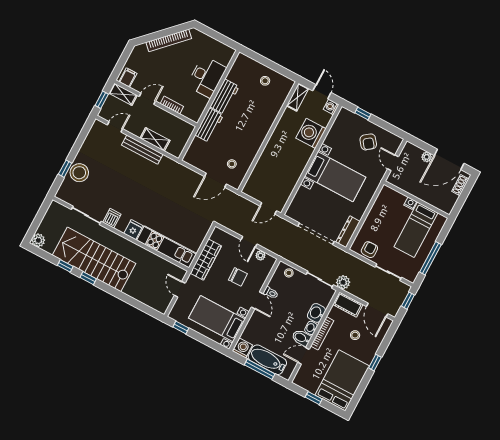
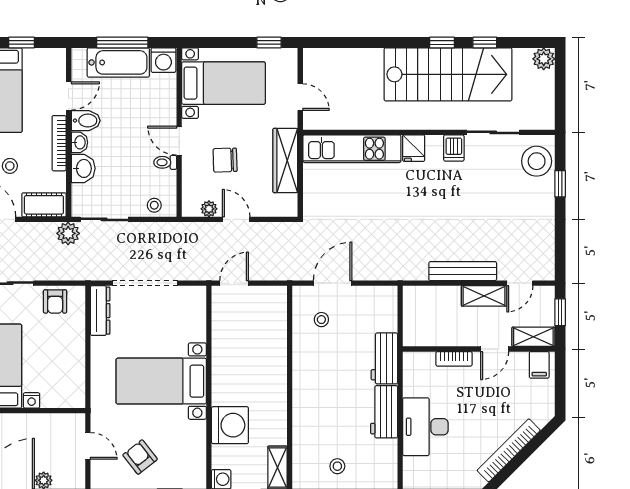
shelving: (155, 139) -> (484, 296), moved
stool: (79, 173) -> (537, 161), moved

